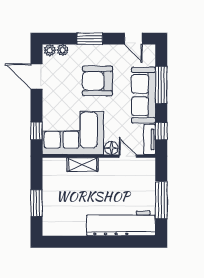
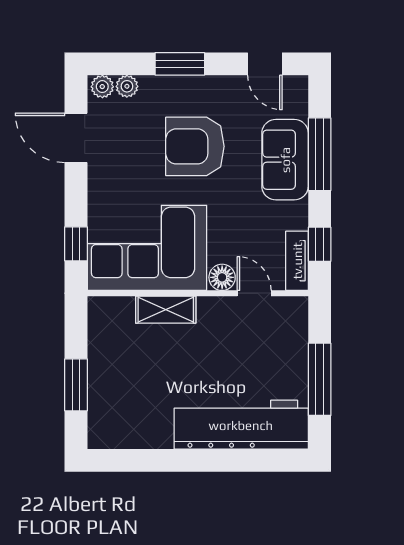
sofa: (144, 95) -> (285, 160), width x0.73

